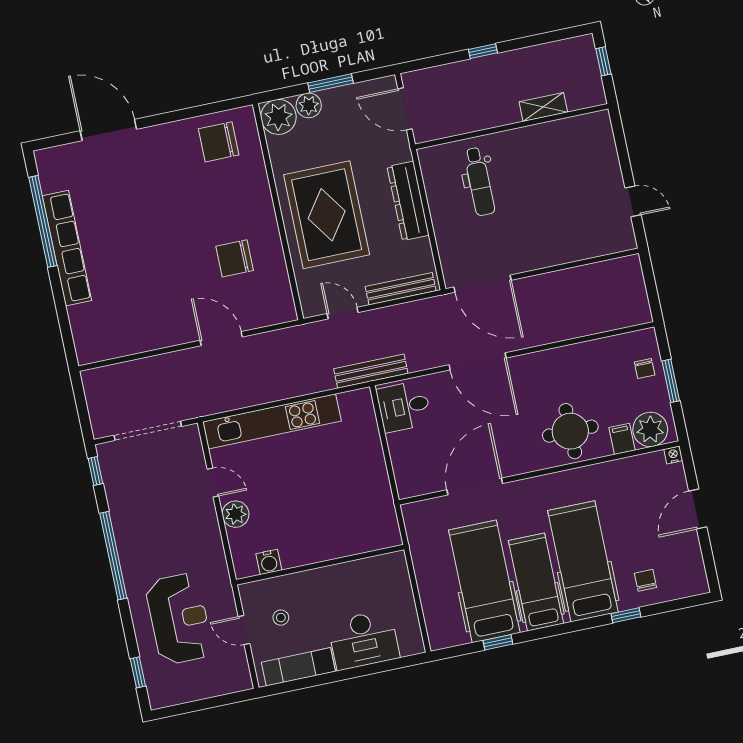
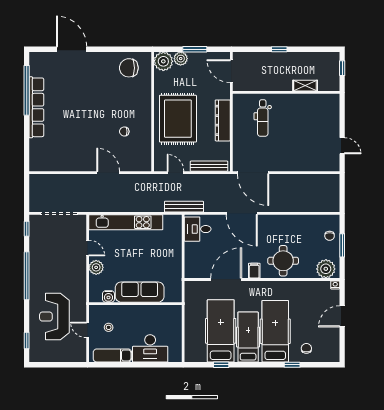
chair: (235, 258) -> (124, 131), width x0.54, depth x0.54
filing cabinet: (622, 439) -> (254, 271), moved
sofa: (323, 542) -> (140, 292), added
reception desk: (179, 619) -> (54, 317), turned 180

